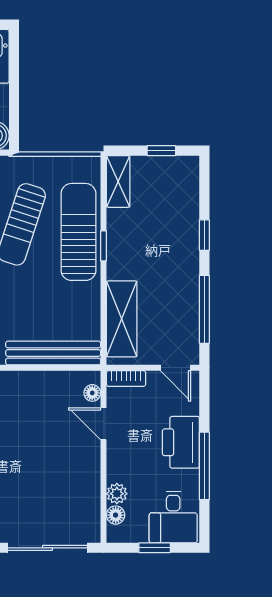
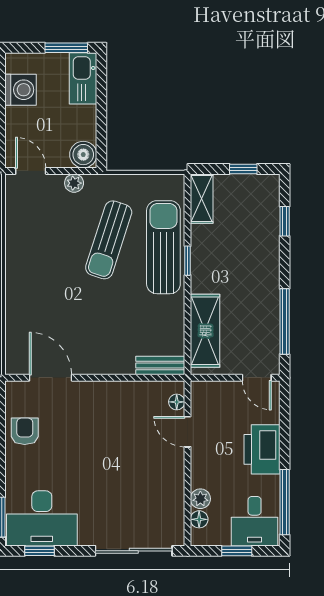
window: (204, 235) -> (285, 221), moved
bench: (53, 353) -> (160, 366), width x0.54, depth x0.82
bookcase: (126, 379) -> (209, 388), removed
window: (204, 466) -> (285, 502), moved

